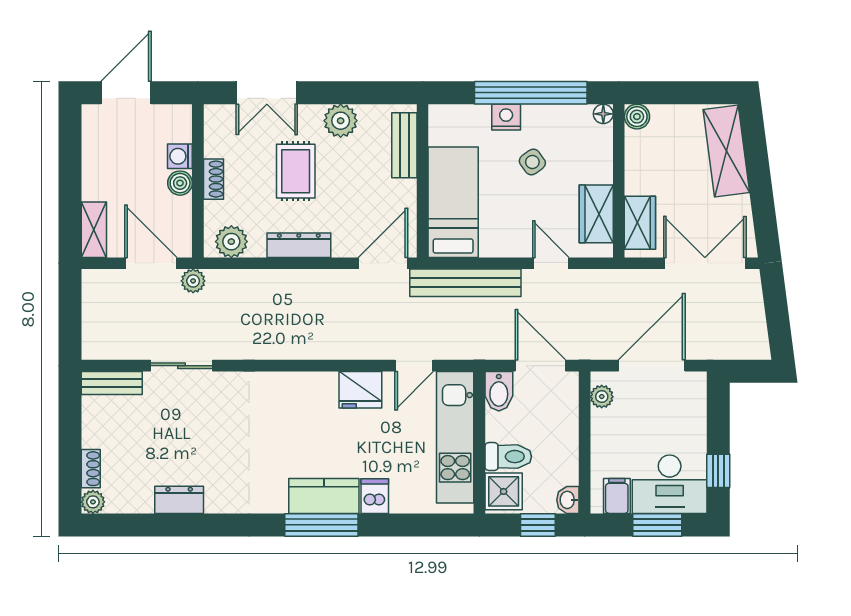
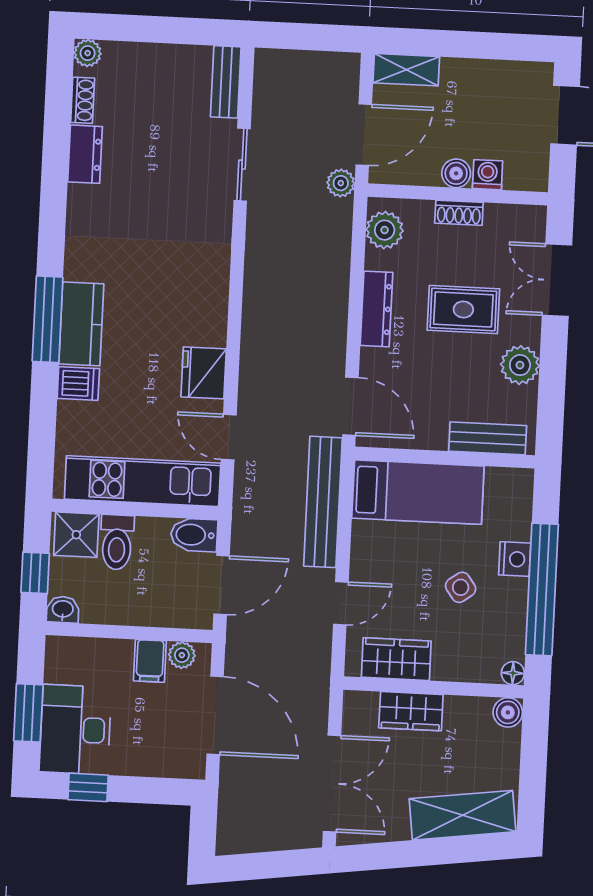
wardrobe: (640, 223) -> (411, 711), moved
shoe rack: (91, 469) -> (83, 100), moved, turned -90
filing cabinet: (617, 496) -> (150, 661), moved, turned 90

